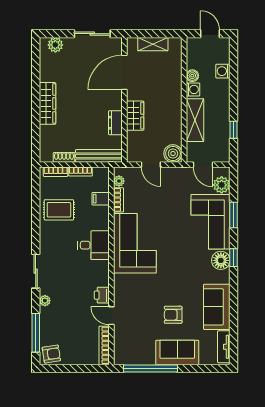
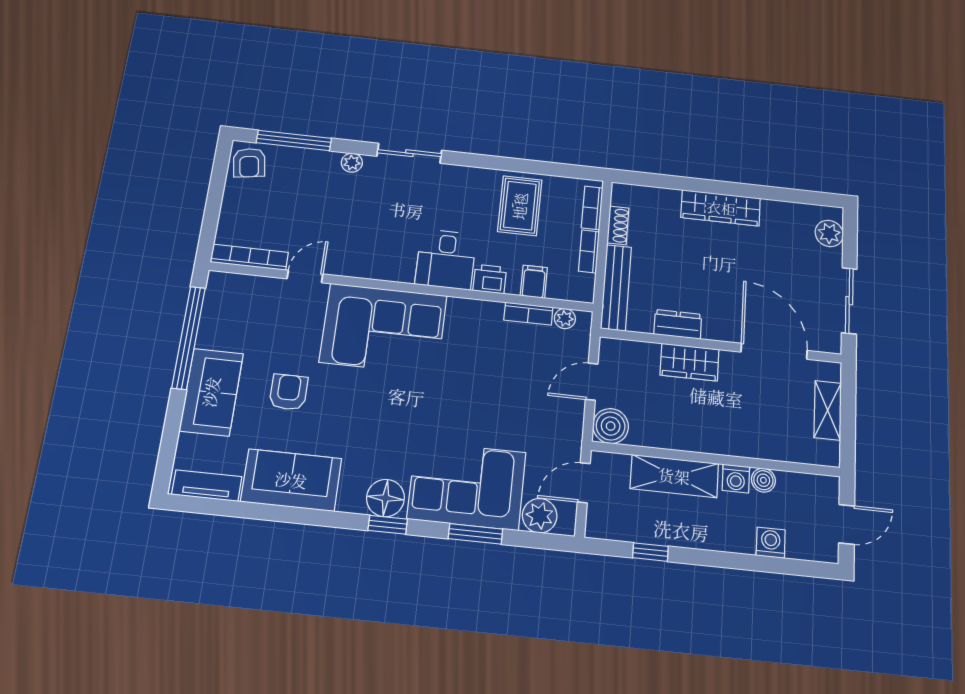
corner sofa: (135, 243) -> (383, 329), moved
printer: (102, 295) -> (490, 279), moved

